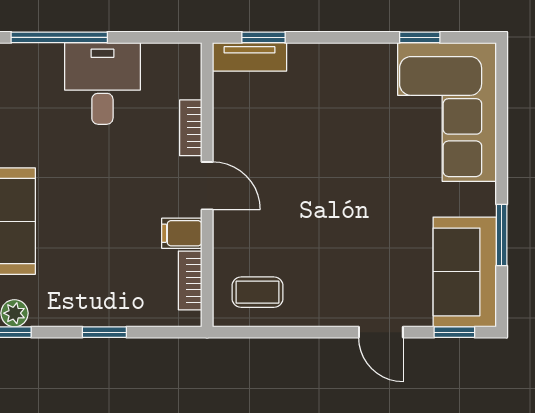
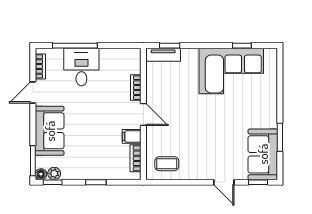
desk: (102, 83) -> (81, 67), moved
corner sofa: (447, 112) -> (231, 71), moved, turned -90

